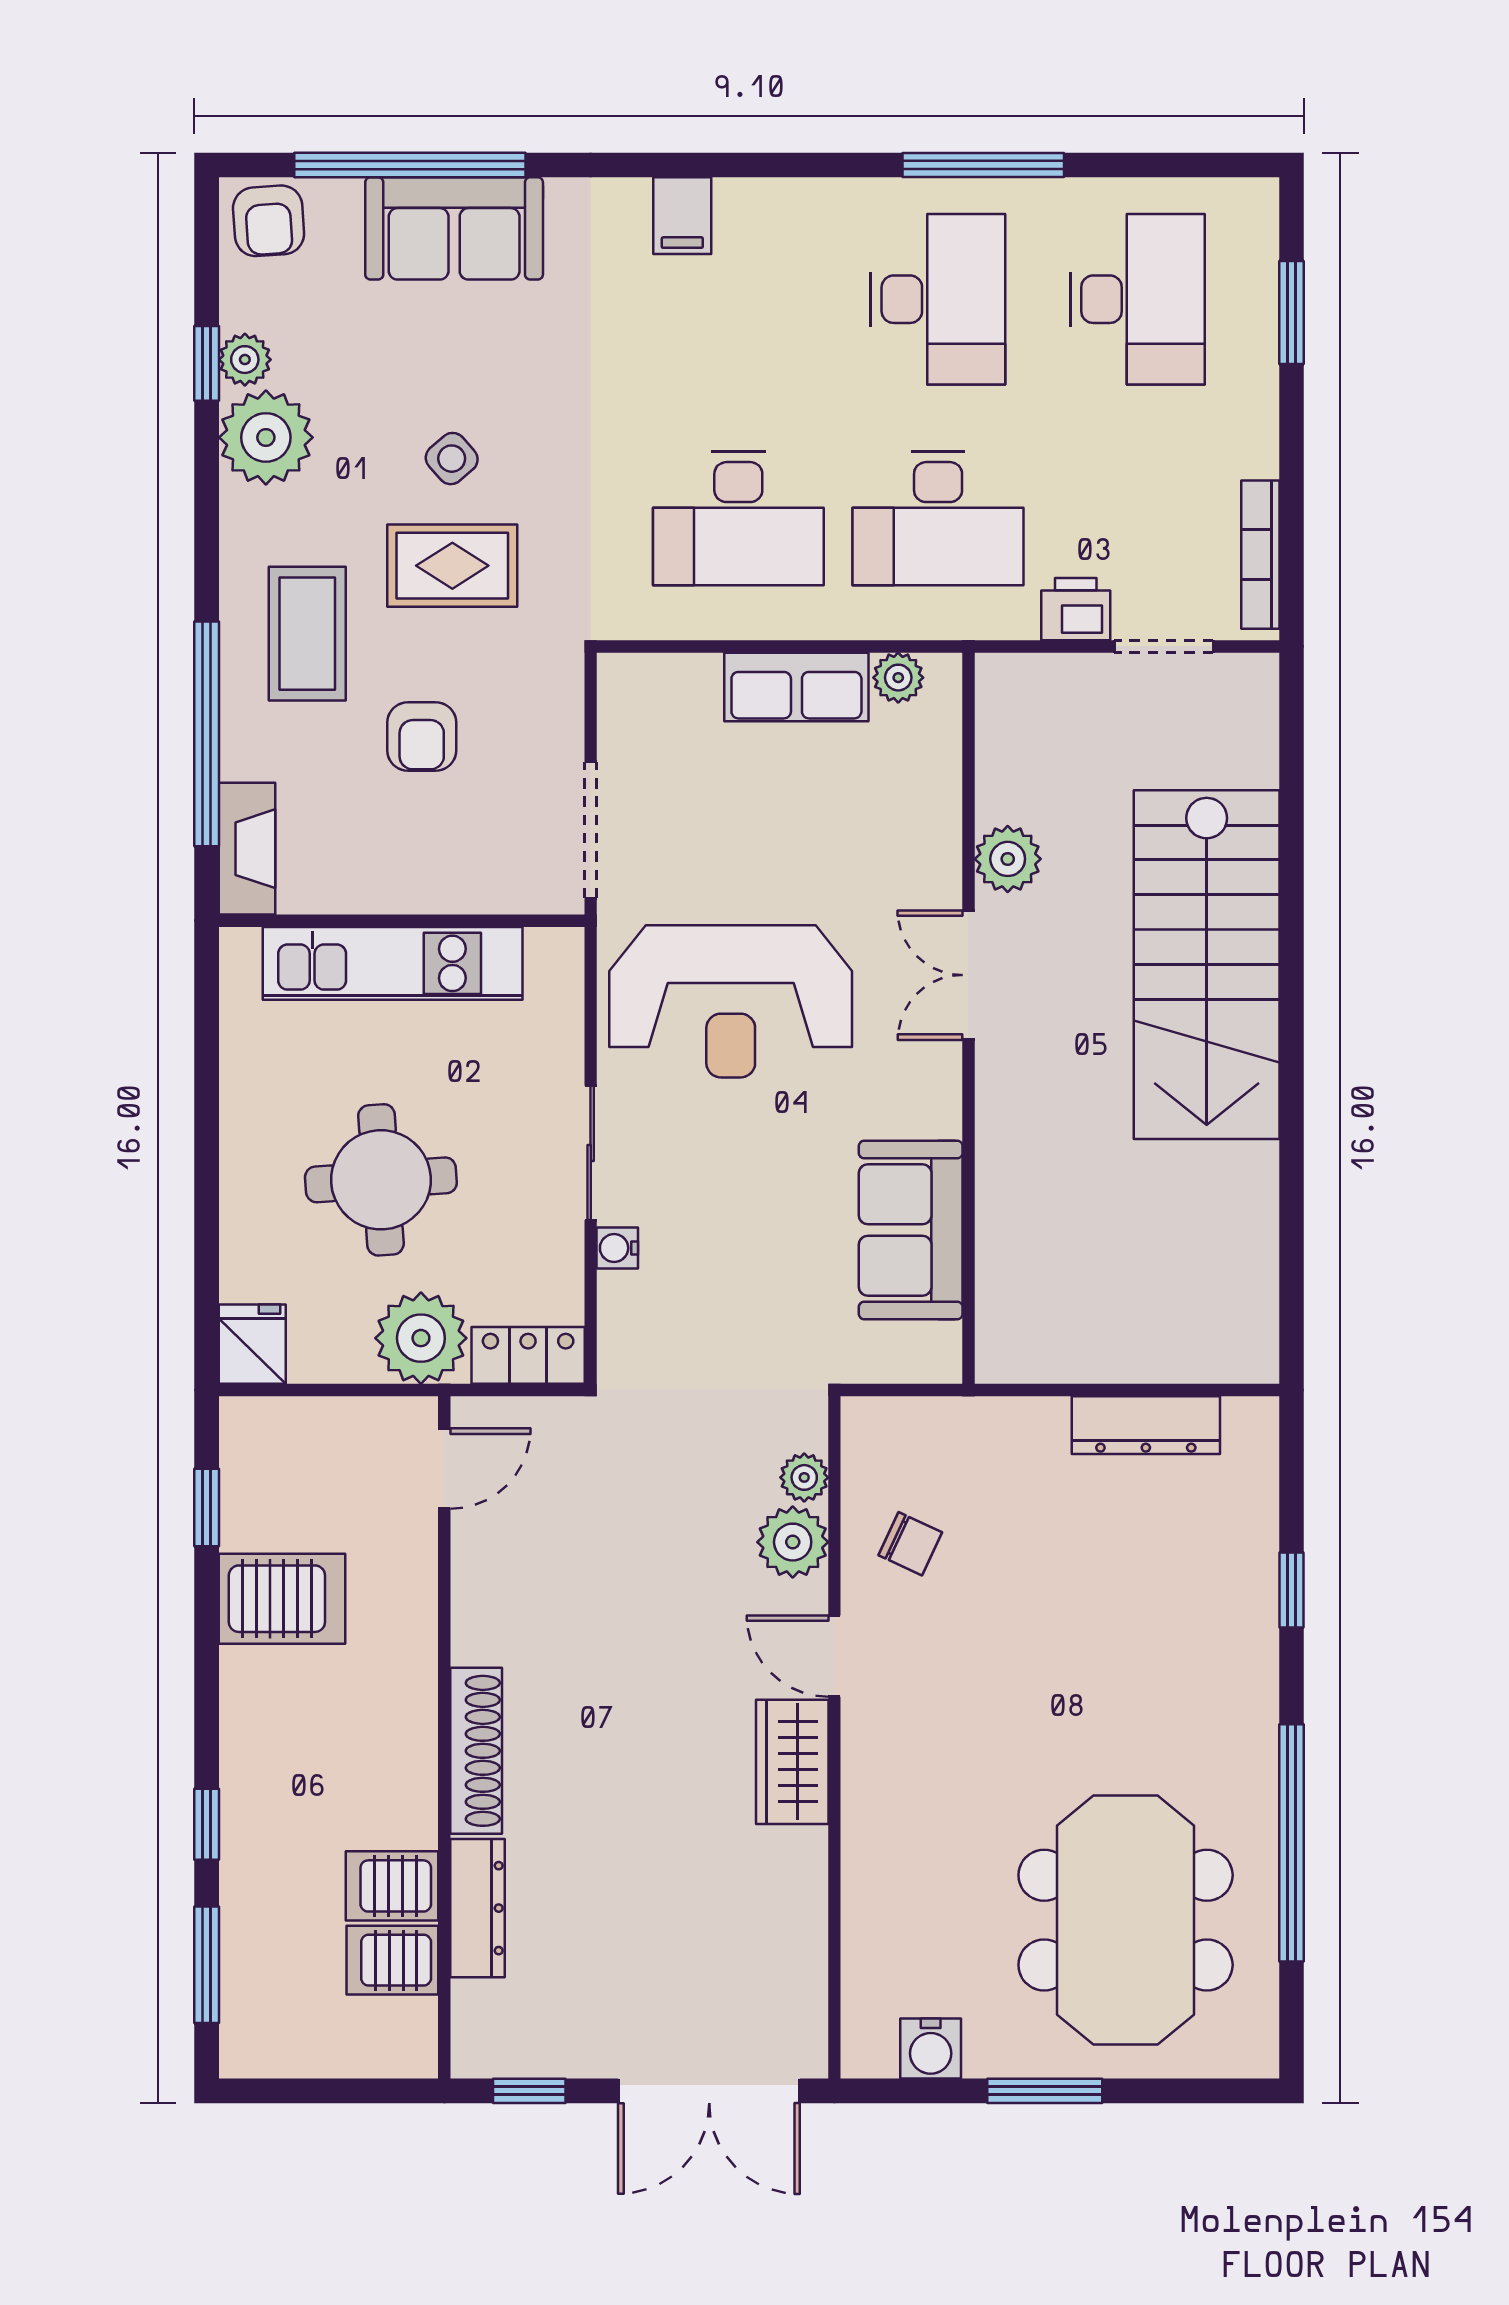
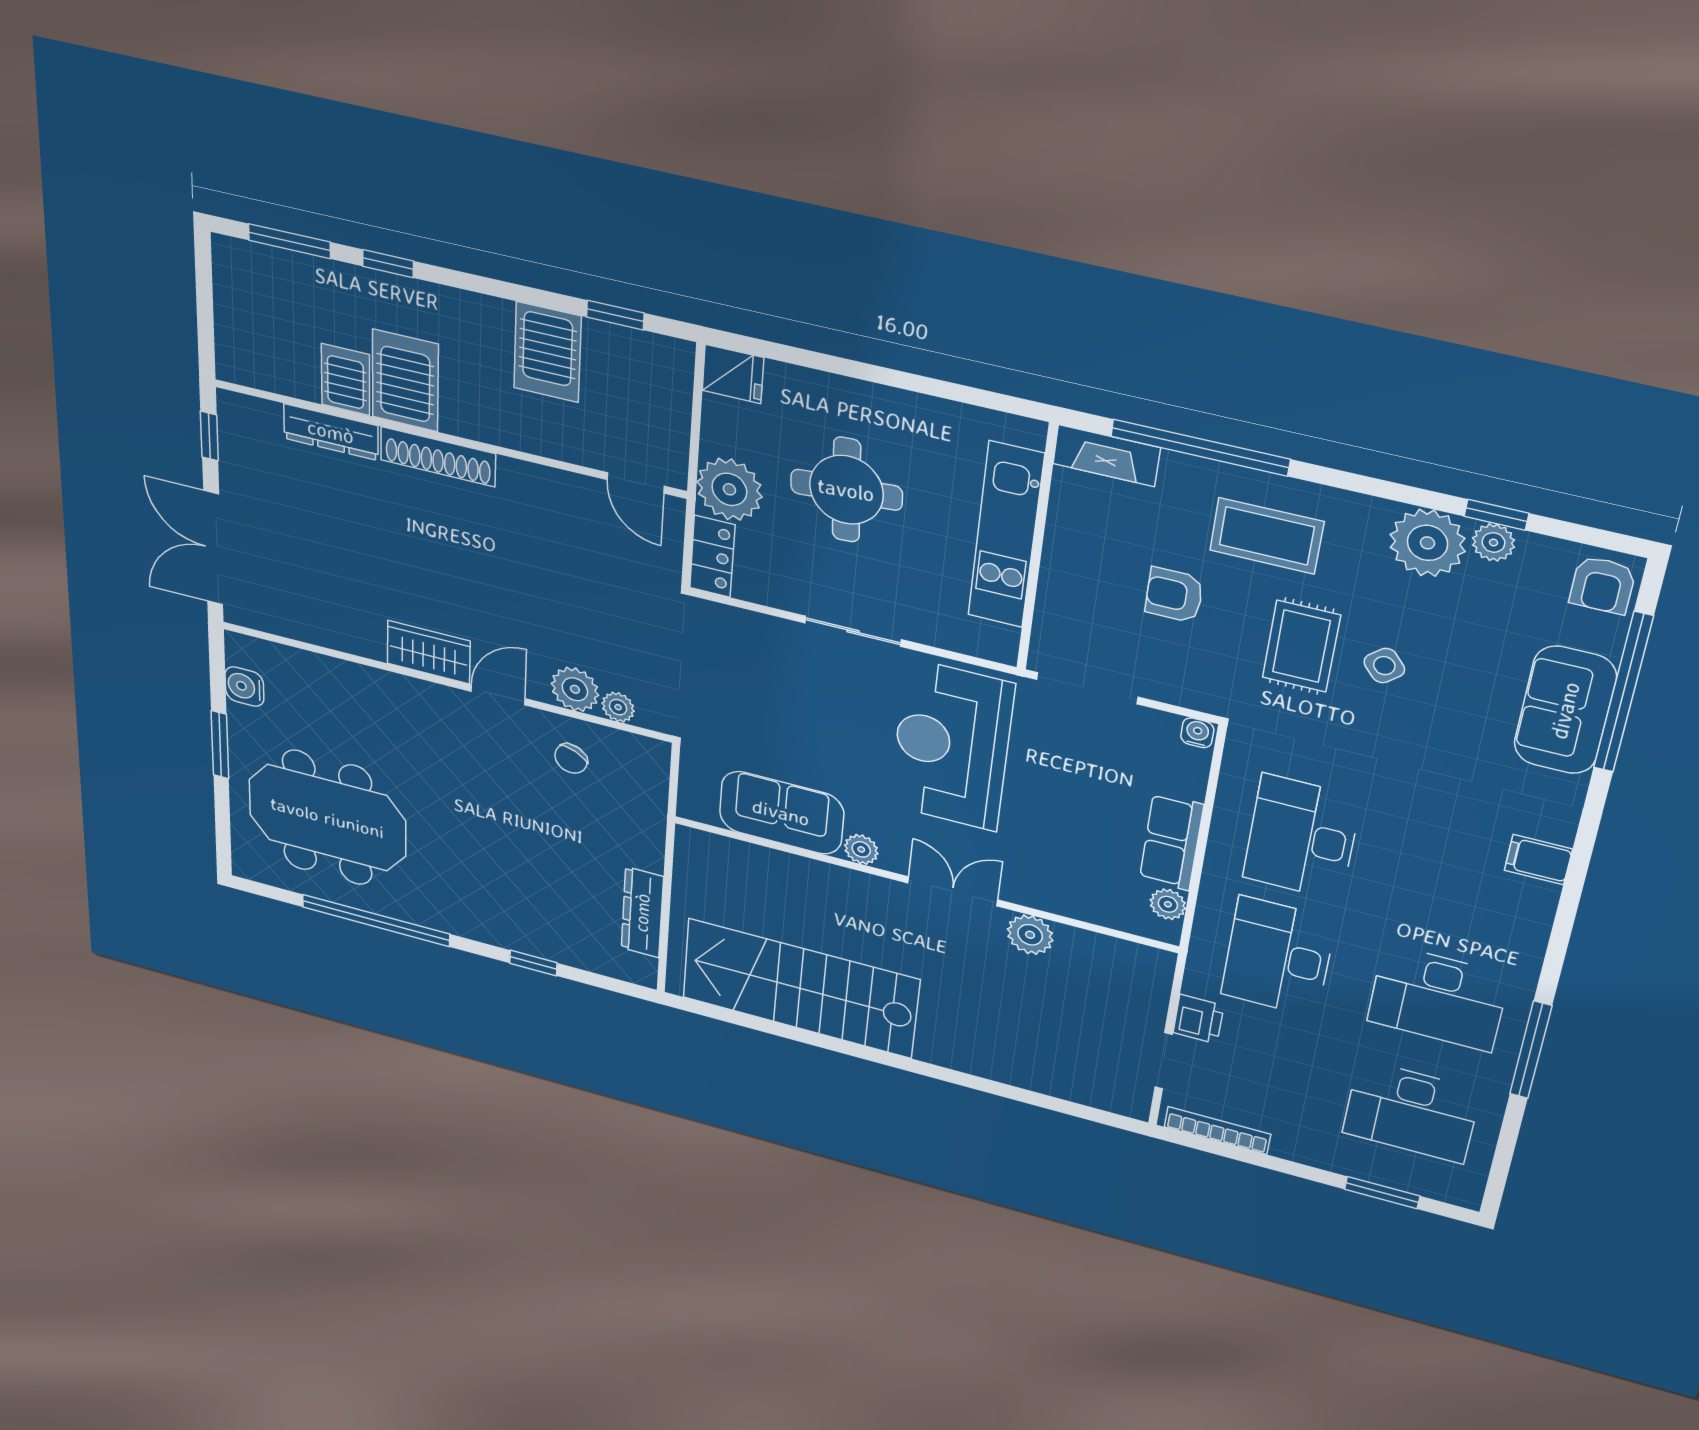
armchair: (269, 221) -> (1603, 585), turned -86
stairs: (1207, 965) -> (800, 988), moved
plant: (938, 1111) -> (861, 849), added
water cooler: (617, 1248) -> (1197, 733), moved
server rack: (392, 1960) -> (405, 381), moved, width x1.36, depth x1.44

